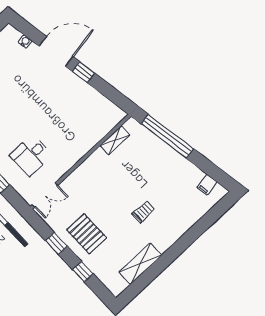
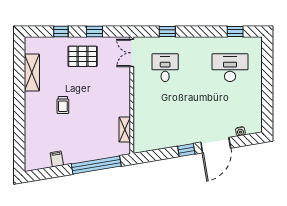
filing cabinet: (207, 185) -> (57, 159), moved

